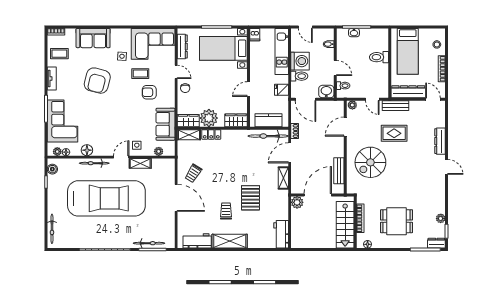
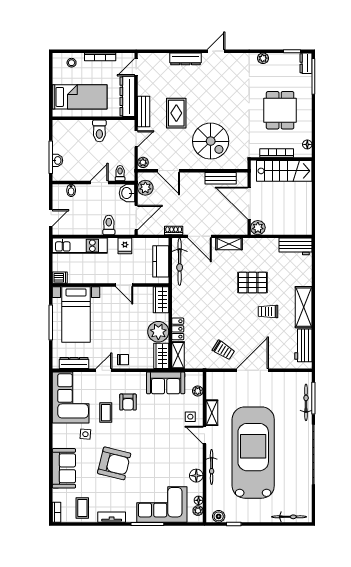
toilet: (379, 57) -> (99, 131), moved
washing machine: (300, 61) -> (91, 224), removed
plant: (331, 107) -> (145, 188), added
plant: (441, 218) -> (263, 58), moved

